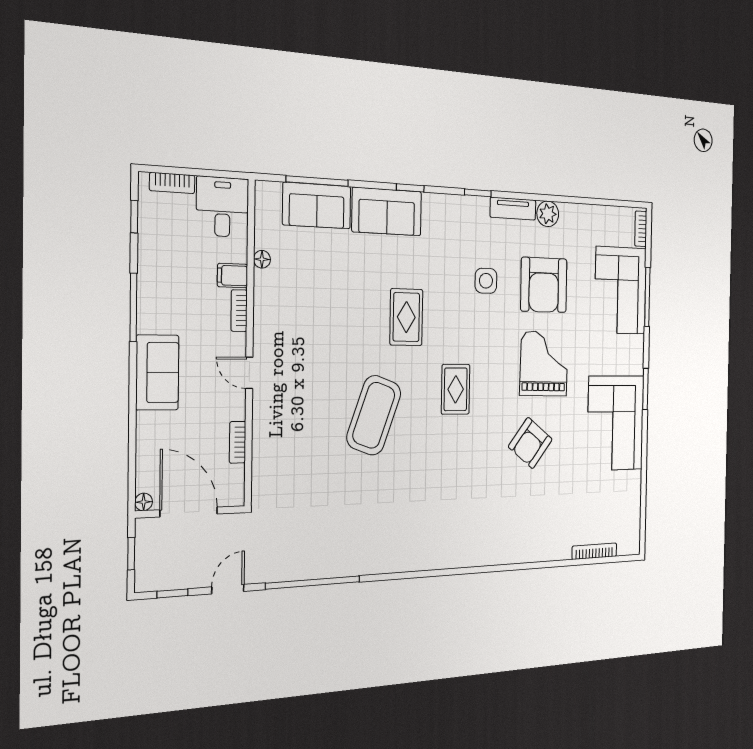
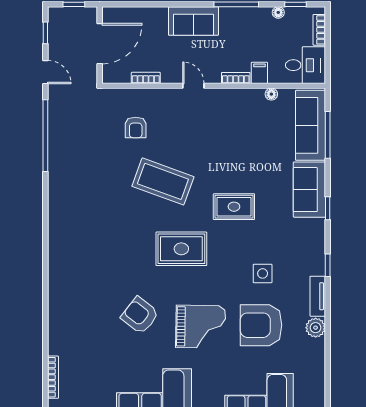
sofa: (317, 206) -> (311, 125), width x1.36
door: (249, 373) -> (193, 86), hinge flipped
rug: (456, 389) -> (181, 249), width x1.36, depth x1.43
armchair: (304, 455) -> (136, 128), added
floor lamp: (144, 502) -> (278, 12), moved

